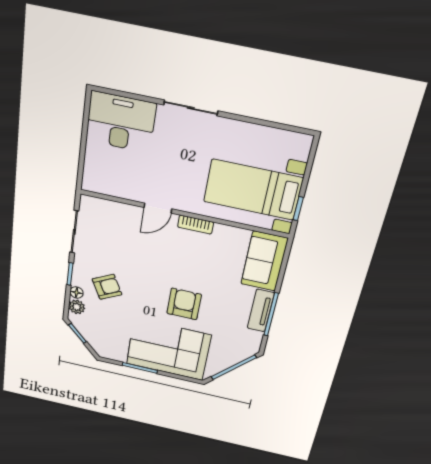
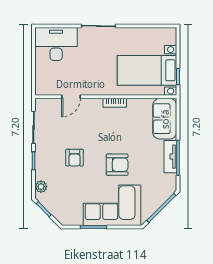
door: (158, 208) -> (71, 97), moved
armchair: (107, 287) -> (75, 158), moved, turned 117
floor lamp: (77, 292) -> (40, 175), removed
armchair: (184, 304) -> (117, 165), turned 90

